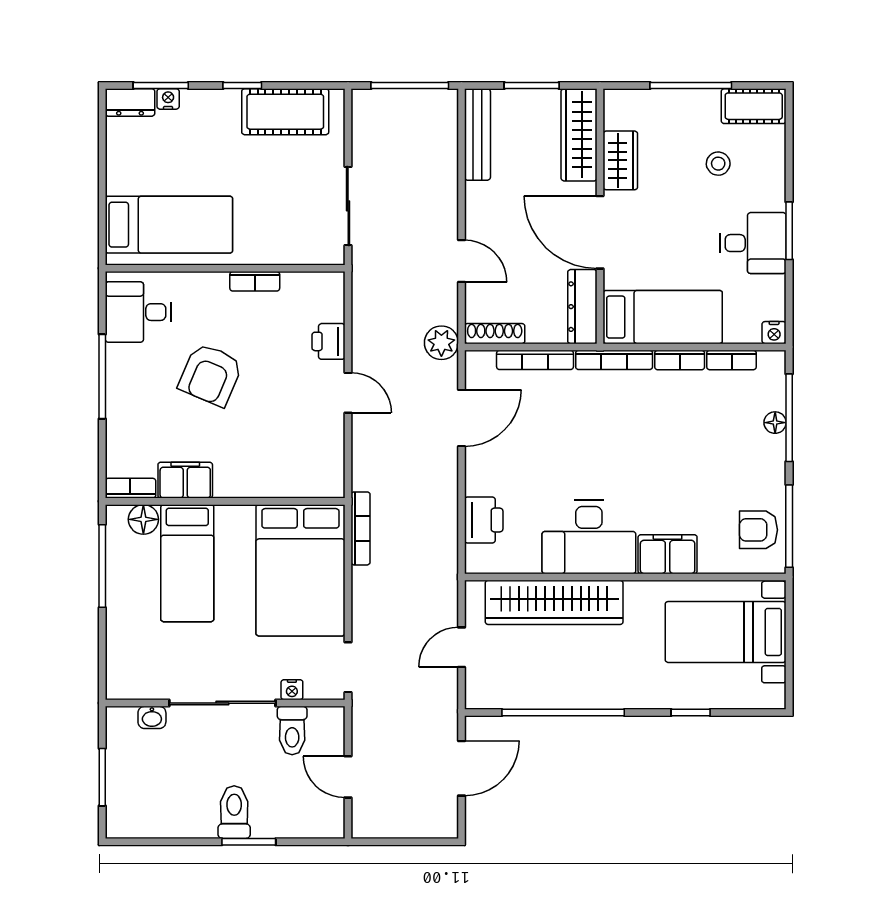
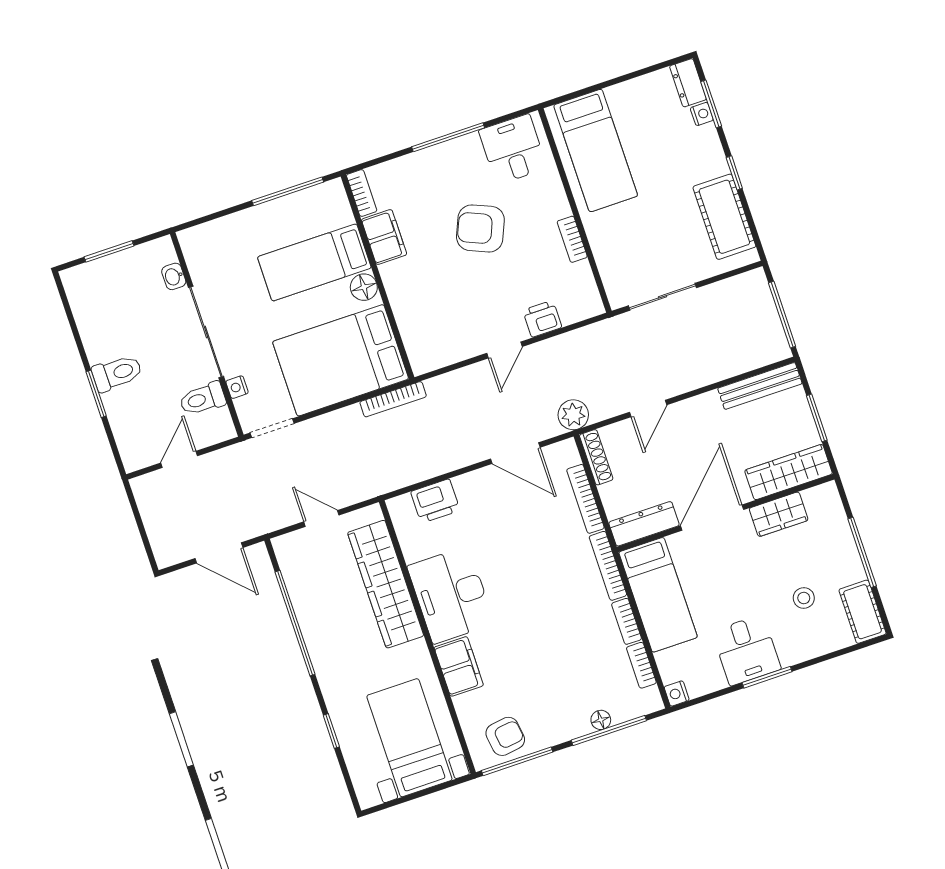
floor lamp: (143, 519) -> (364, 287), moved
armchair: (758, 530) -> (505, 736), turned 82

